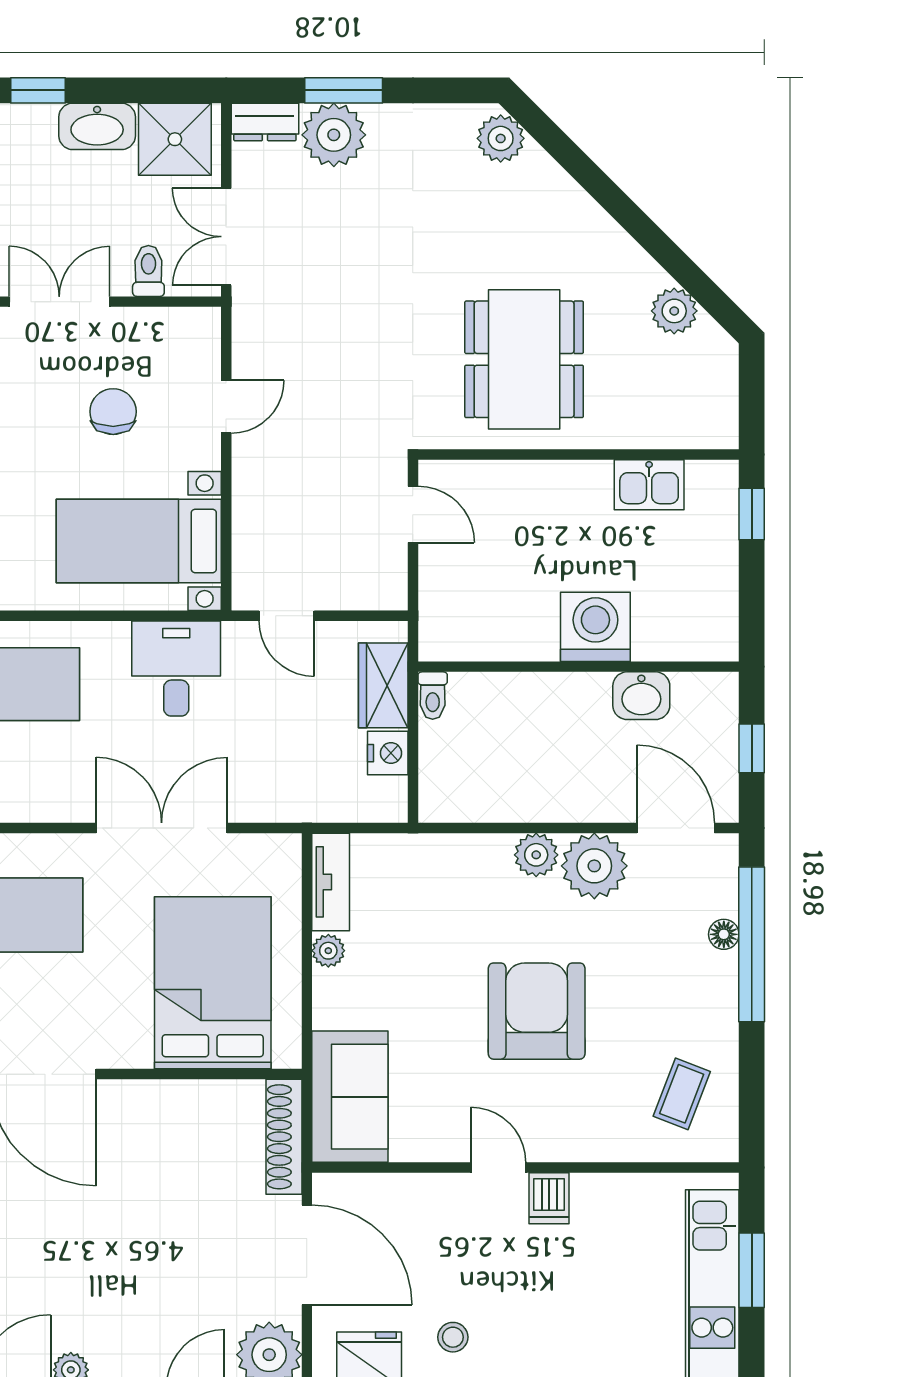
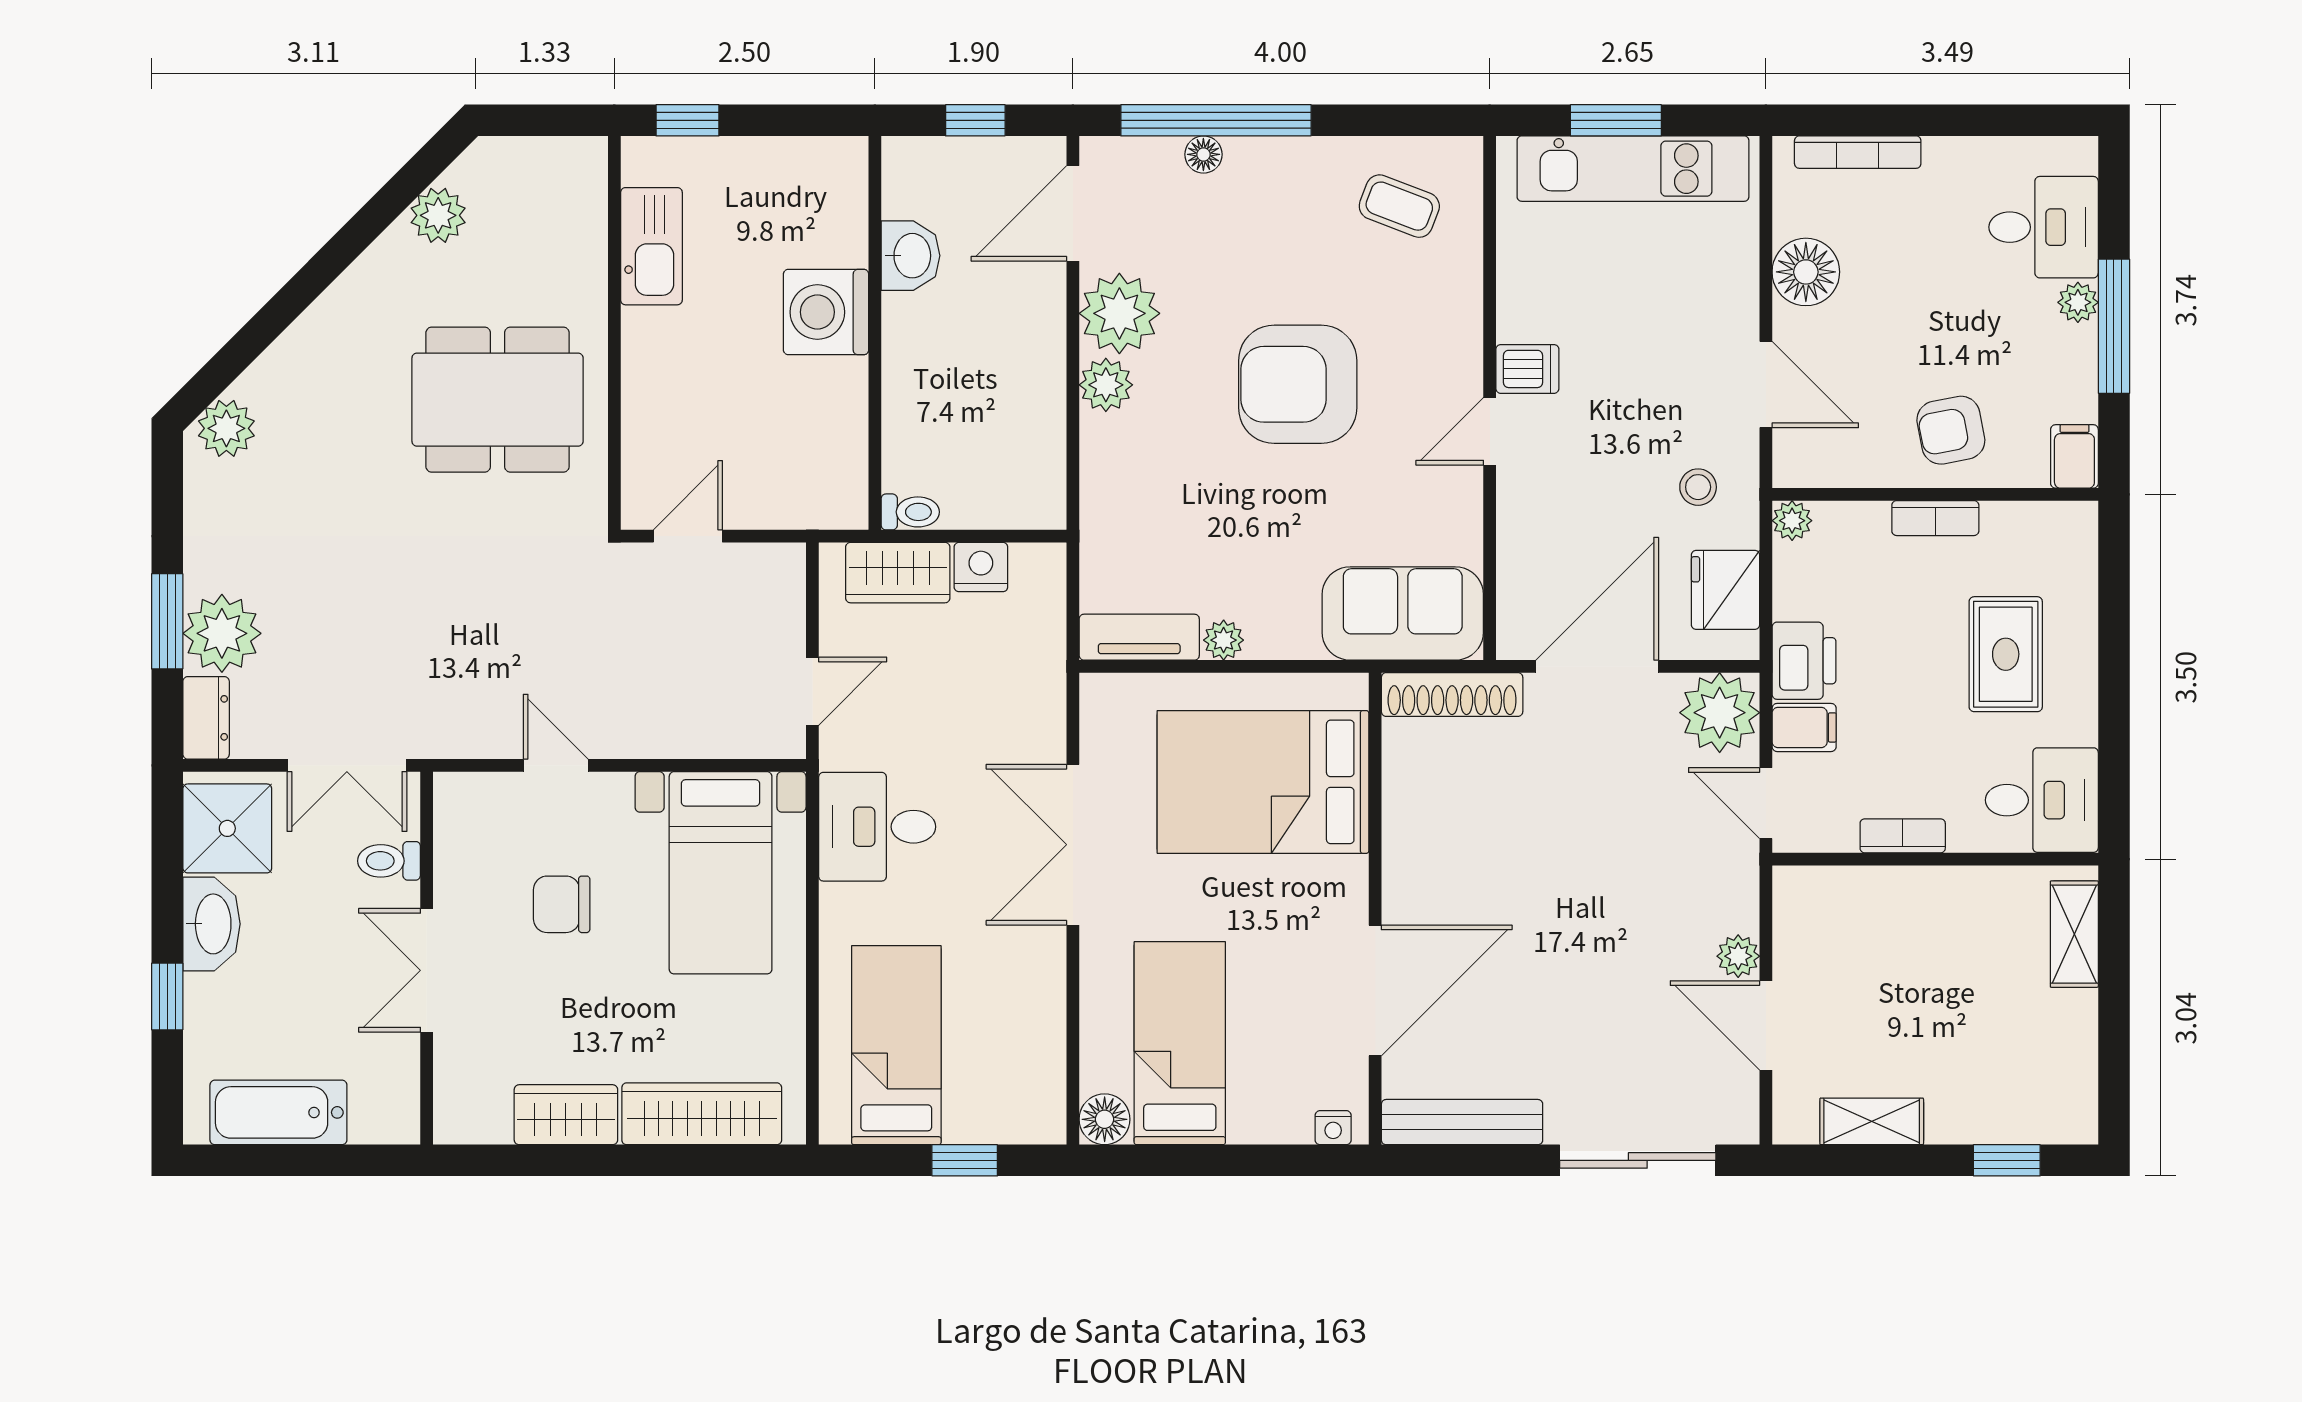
kitchen sink: (649, 485) -> (651, 246), width x1.38

